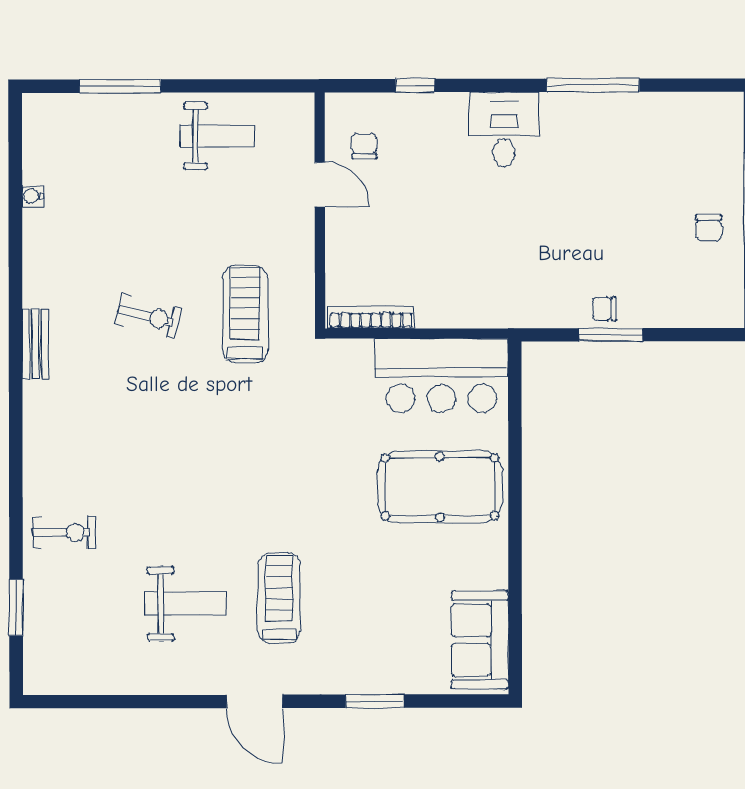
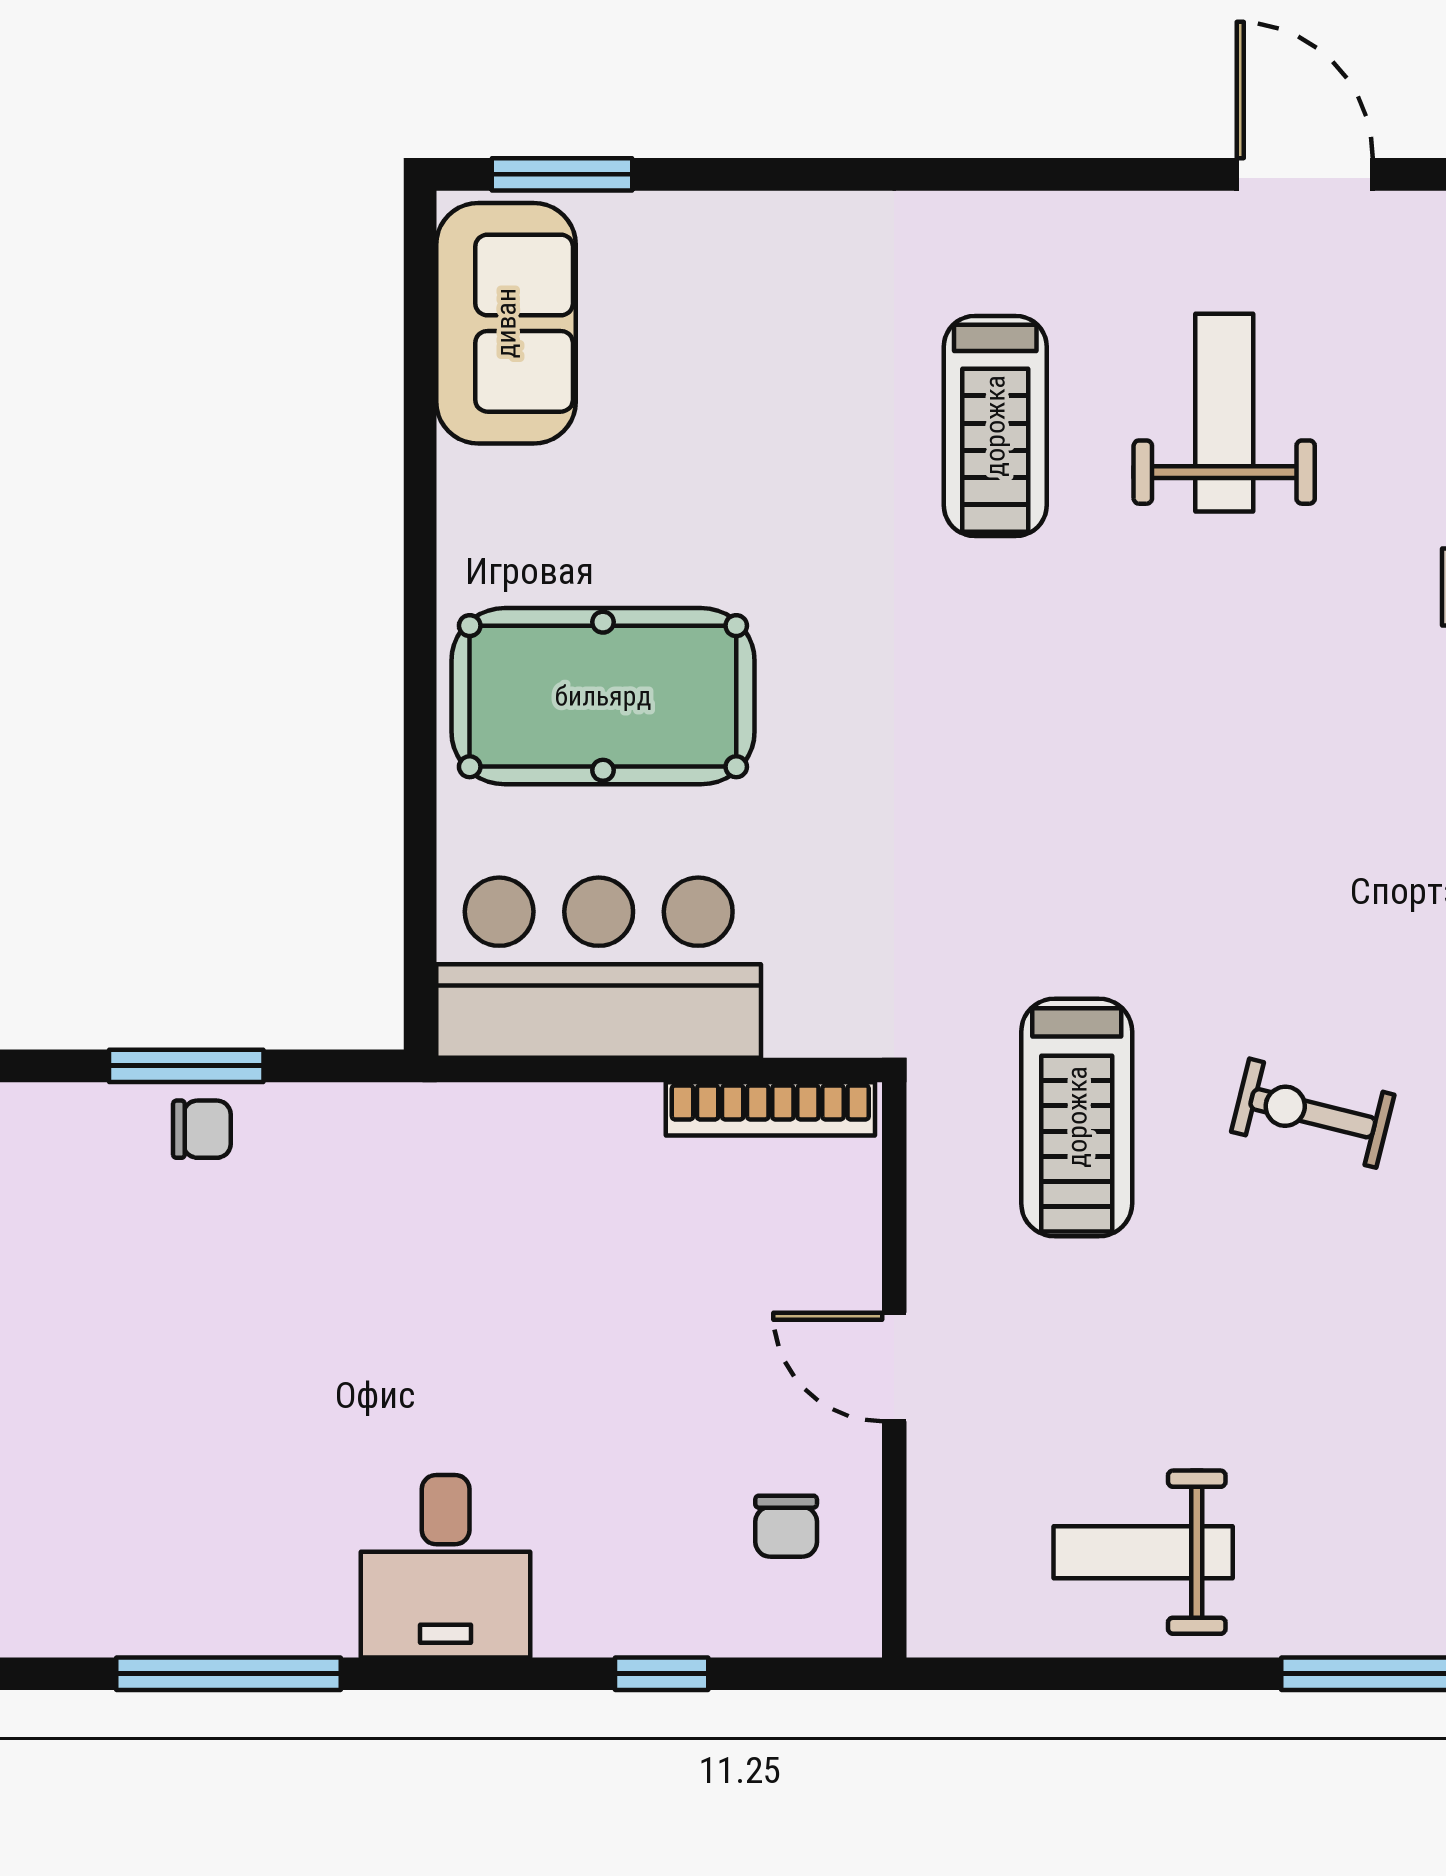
door: (320, 185) -> (894, 1367), moved
weight bench: (185, 604) -> (1224, 413), turned 90
door: (255, 701) -> (1305, 174), moved
window: (375, 701) -> (562, 174), moved

